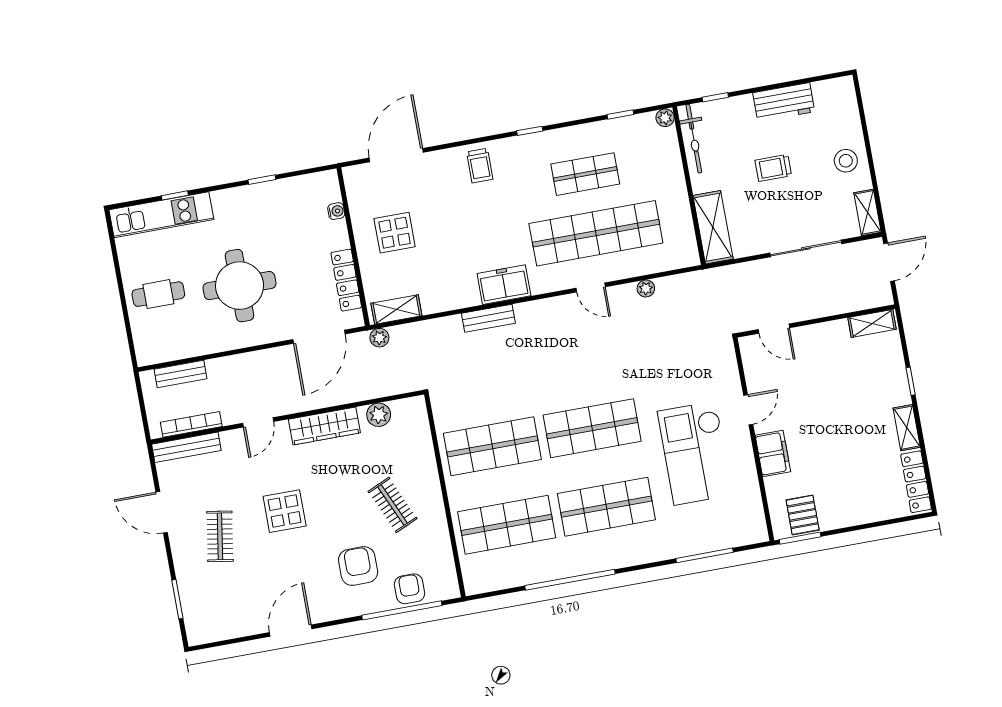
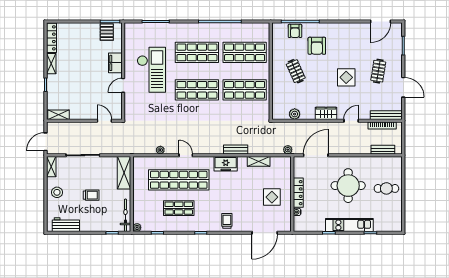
workbench: (784, 102) -> (66, 225), moved
kitchen unit: (161, 215) -> (349, 225), moved
locker: (346, 280) -> (298, 193), moved
shelving: (396, 309) -> (259, 161), moved
wardrobe: (324, 426) -> (326, 113), width x0.67
door: (291, 631) -> (381, 22), moved

